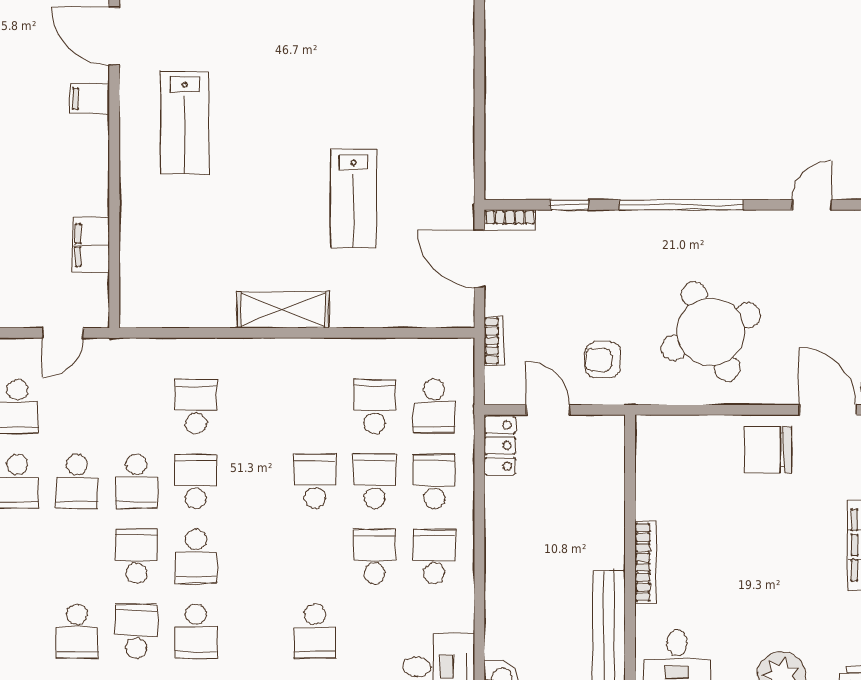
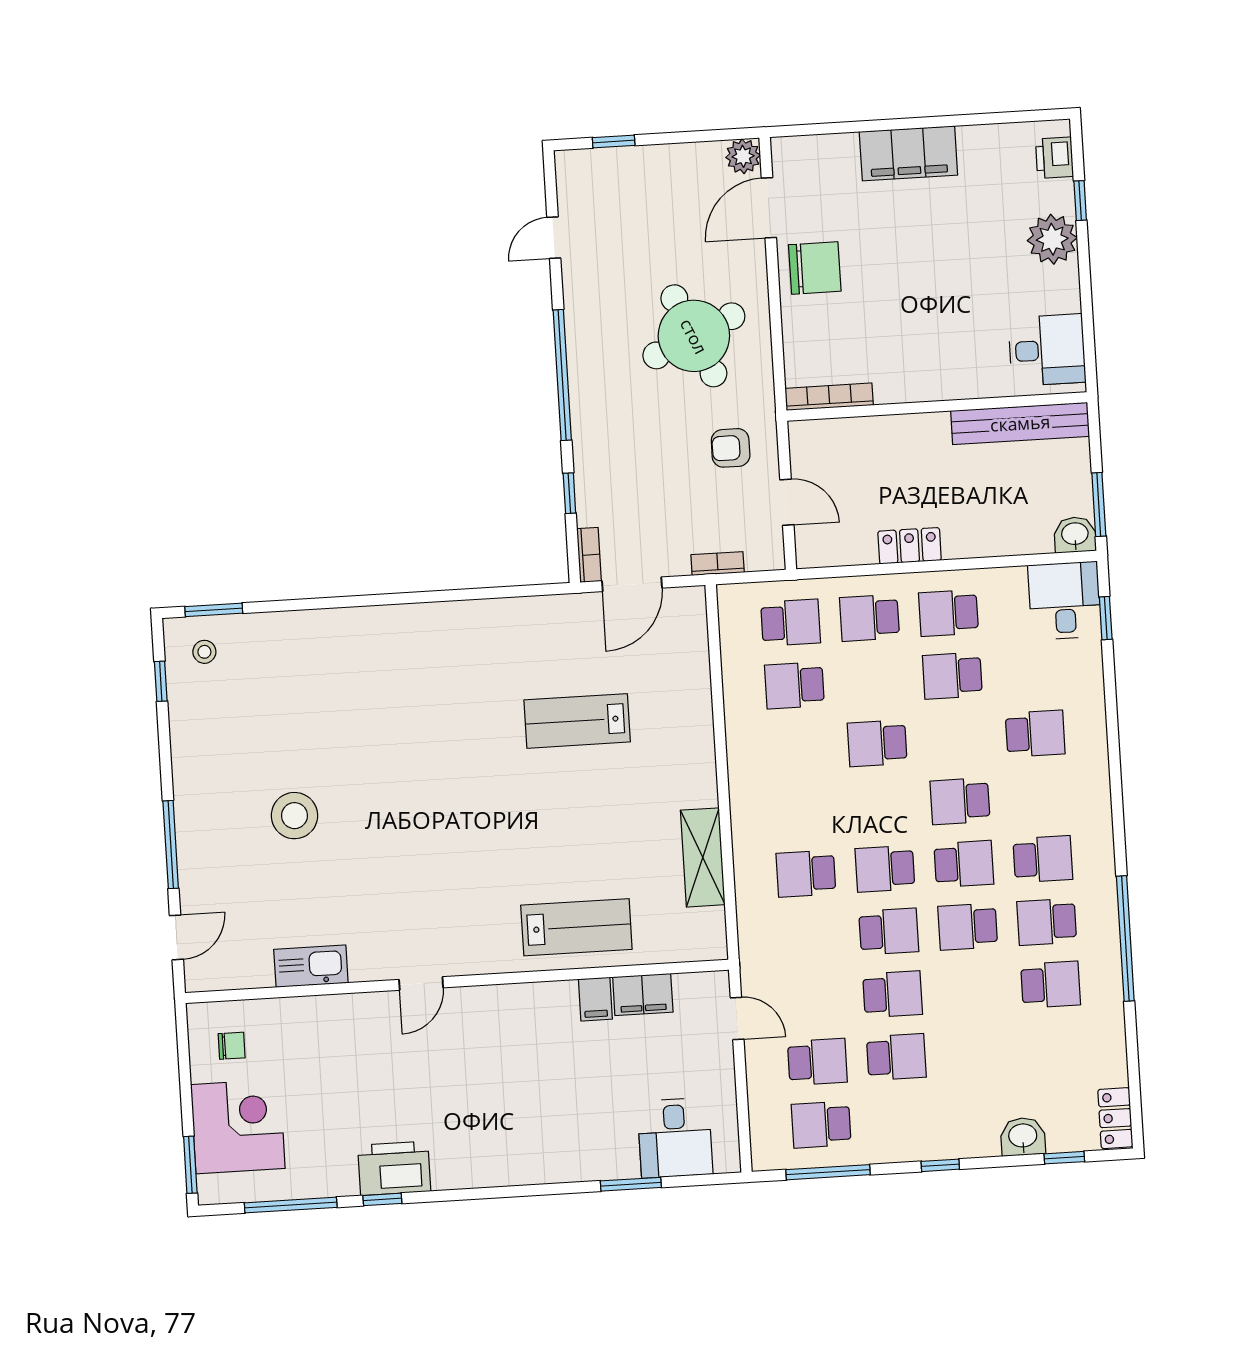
door: (114, 36) -> (421, 984), width x0.73
filing cabinet: (89, 99) -> (595, 999), moved
lab bench: (185, 123) -> (576, 927), moved
lab bench: (353, 199) -> (577, 721), turned 180
door: (812, 205) -> (554, 238), hinge flipped
shelving: (283, 310) -> (703, 857), moved
armchair: (603, 360) -> (731, 448), turned 90
door: (548, 410) -> (787, 502), swing flipped
locker: (500, 446) -> (910, 546), moved
chair: (768, 450) -> (815, 268), turned -90
school desk: (375, 481) -> (960, 801), moved
bookcase: (645, 562) -> (829, 397), moved

